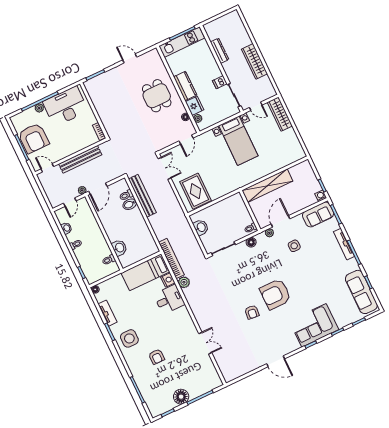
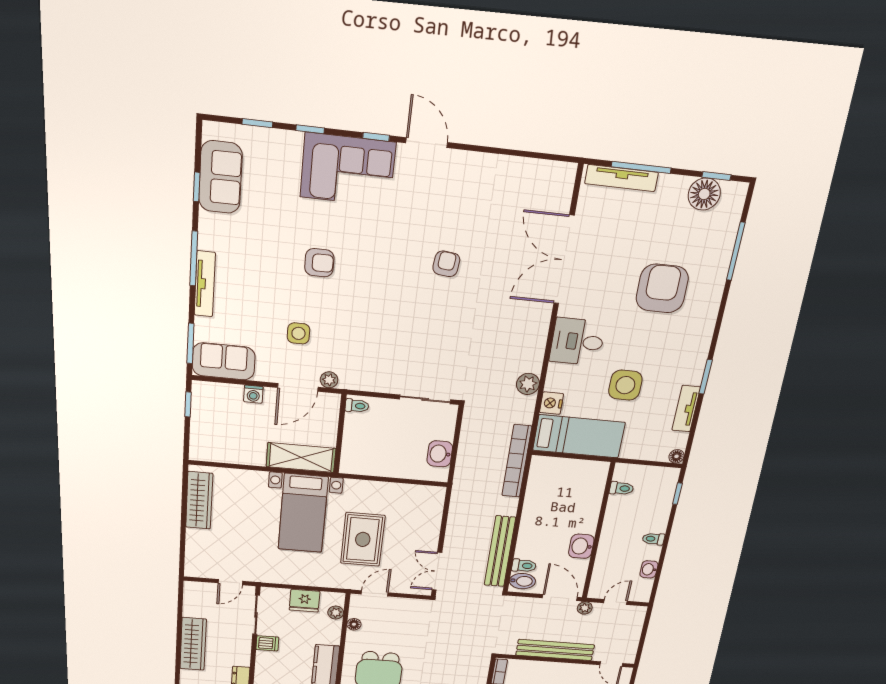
fridge: (195, 106) -> (305, 601), moved, turned -90
door: (256, 106) -> (230, 582), swing flipped
wardrobe: (280, 114) -> (199, 500), moved
bed with nightstands: (238, 141) -> (303, 513), moved, turned 180
shelving: (267, 186) -> (301, 458), width x0.68
door: (98, 189) -> (560, 598), hinge flipped
rug: (195, 191) -> (363, 539), moved
washing machine: (321, 196) -> (253, 394), moved
bidet: (130, 204) -> (522, 581), moved
floor lamp: (251, 242) -> (371, 383), removed
washbasin: (119, 248) -> (581, 546), moved
bookcase: (171, 258) -> (517, 461), moved
sofa: (361, 292) -> (220, 177), width x0.73
armchair: (275, 294) -> (319, 263), moved, width x0.53, depth x0.53
desk: (169, 299) -> (577, 342), moved
side table: (129, 338) -> (625, 385), moved
double door: (205, 343) -> (564, 260), width x1.87
armchair: (156, 357) -> (662, 288), width x1.88, depth x1.88
door: (276, 361) -> (427, 143), moved
tv unit: (205, 389) -> (621, 178), added
floor lamp: (181, 397) -> (704, 194), moved

